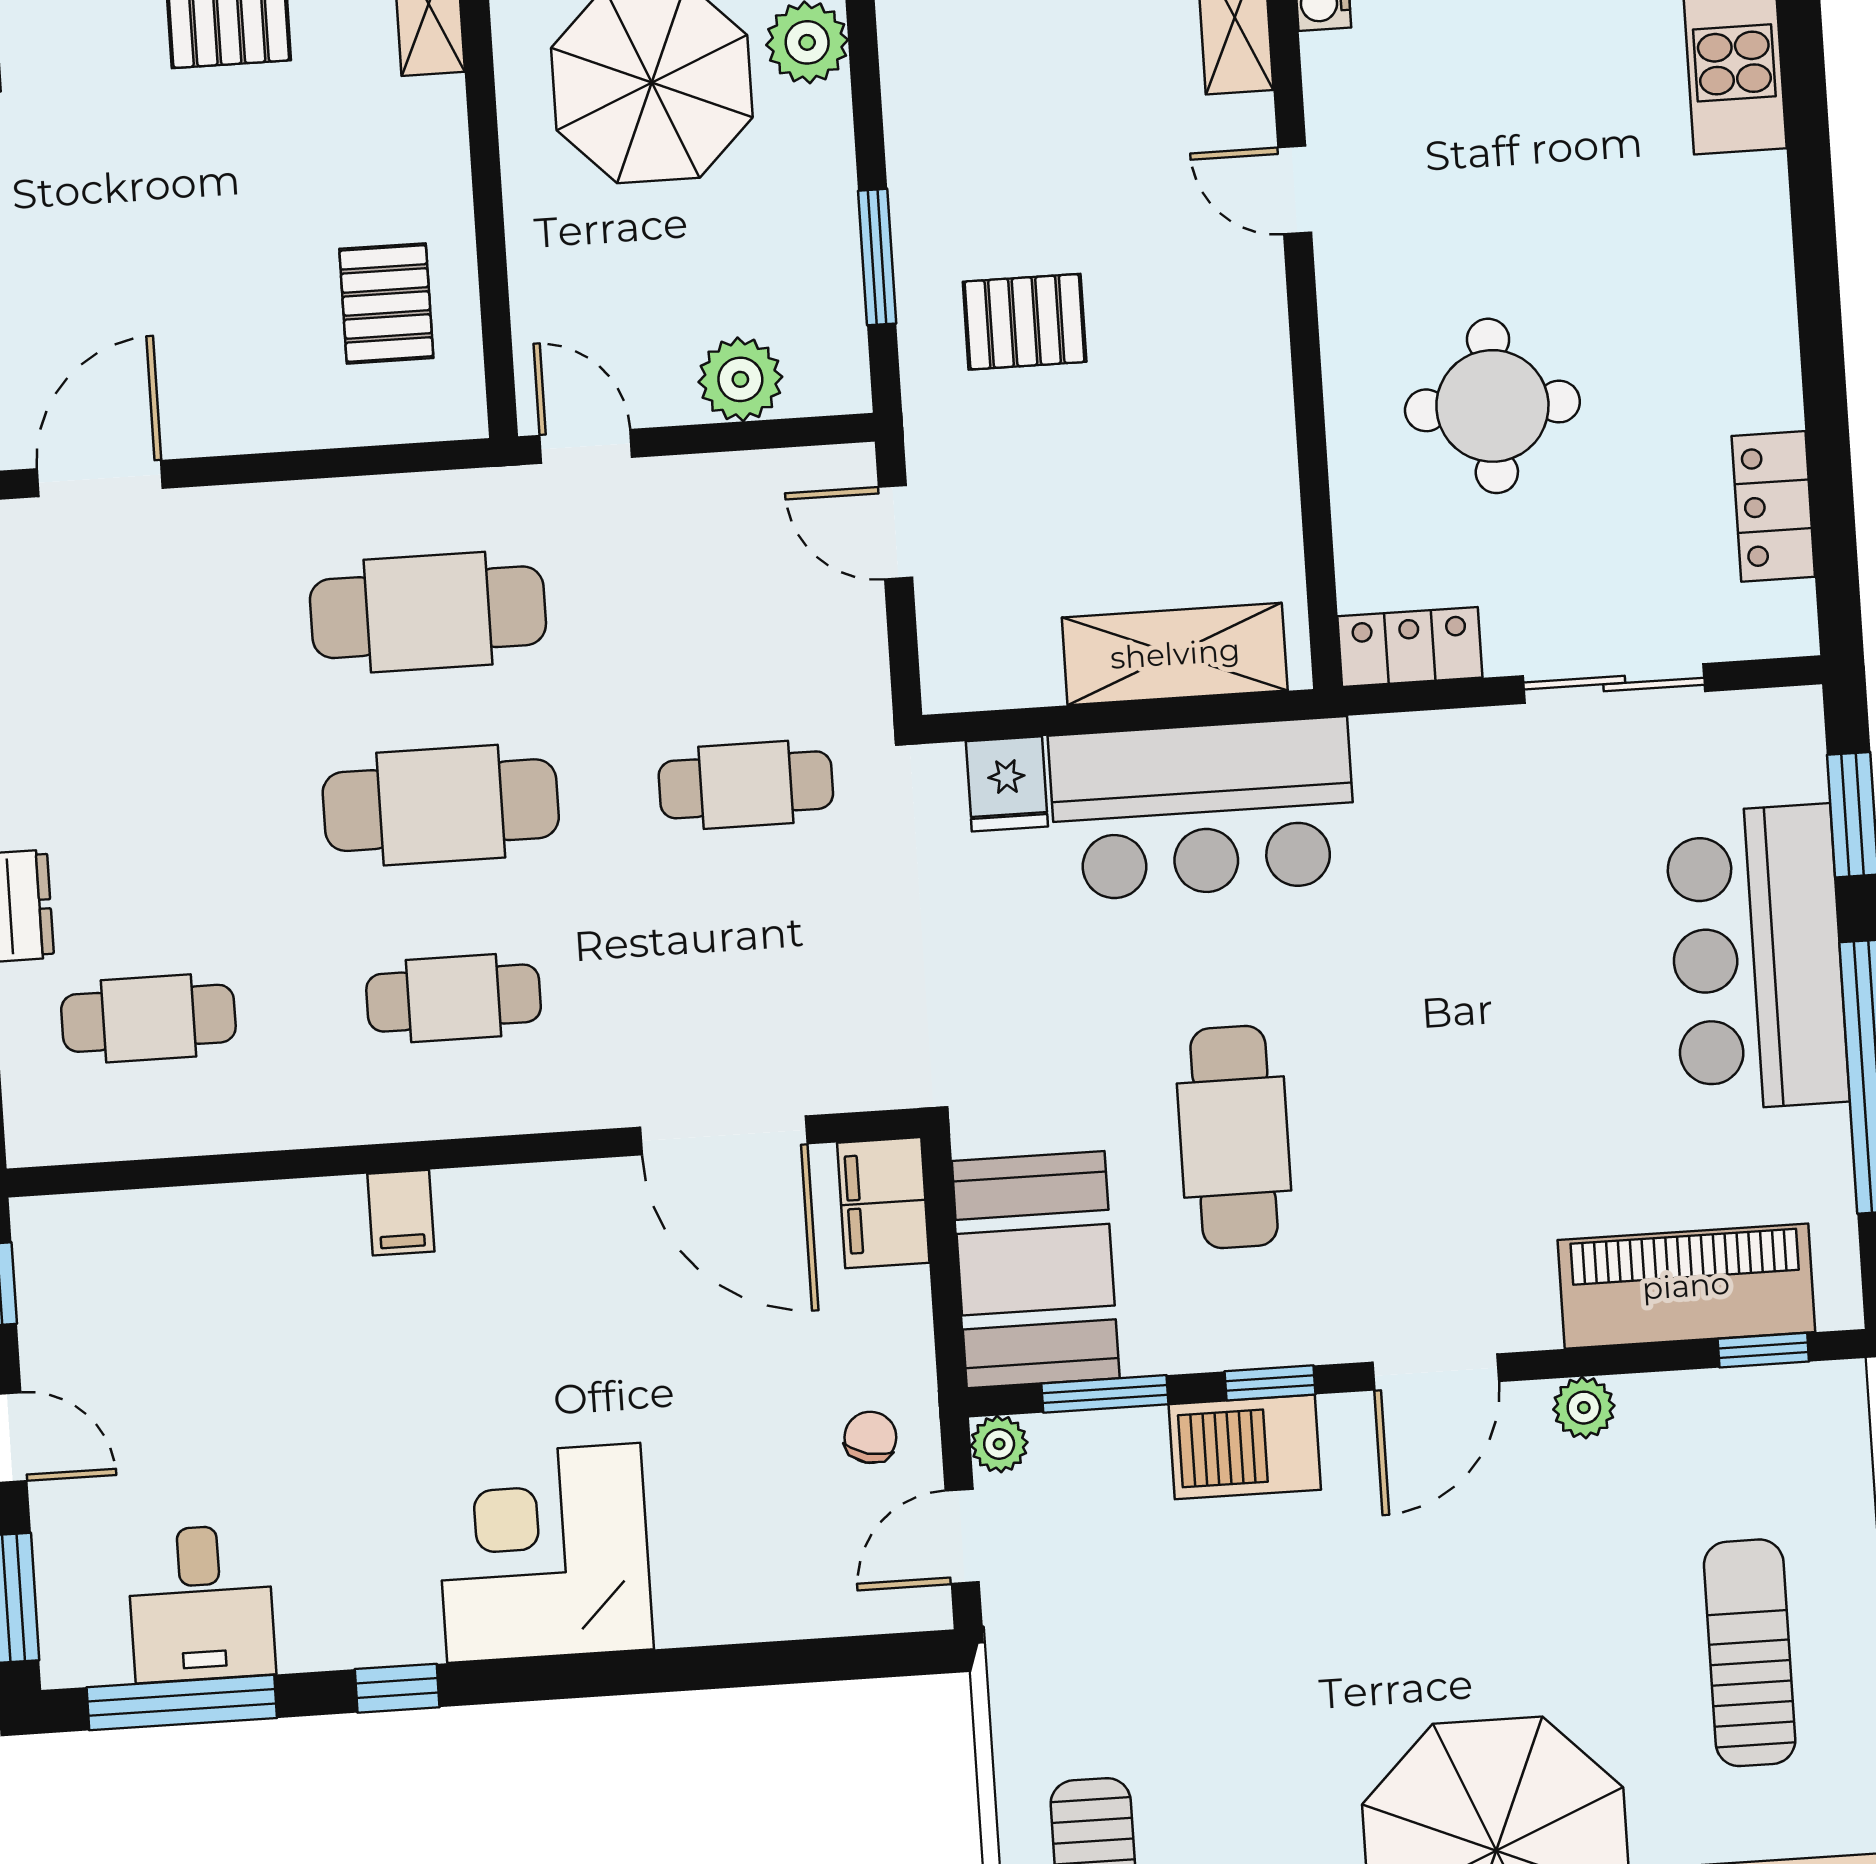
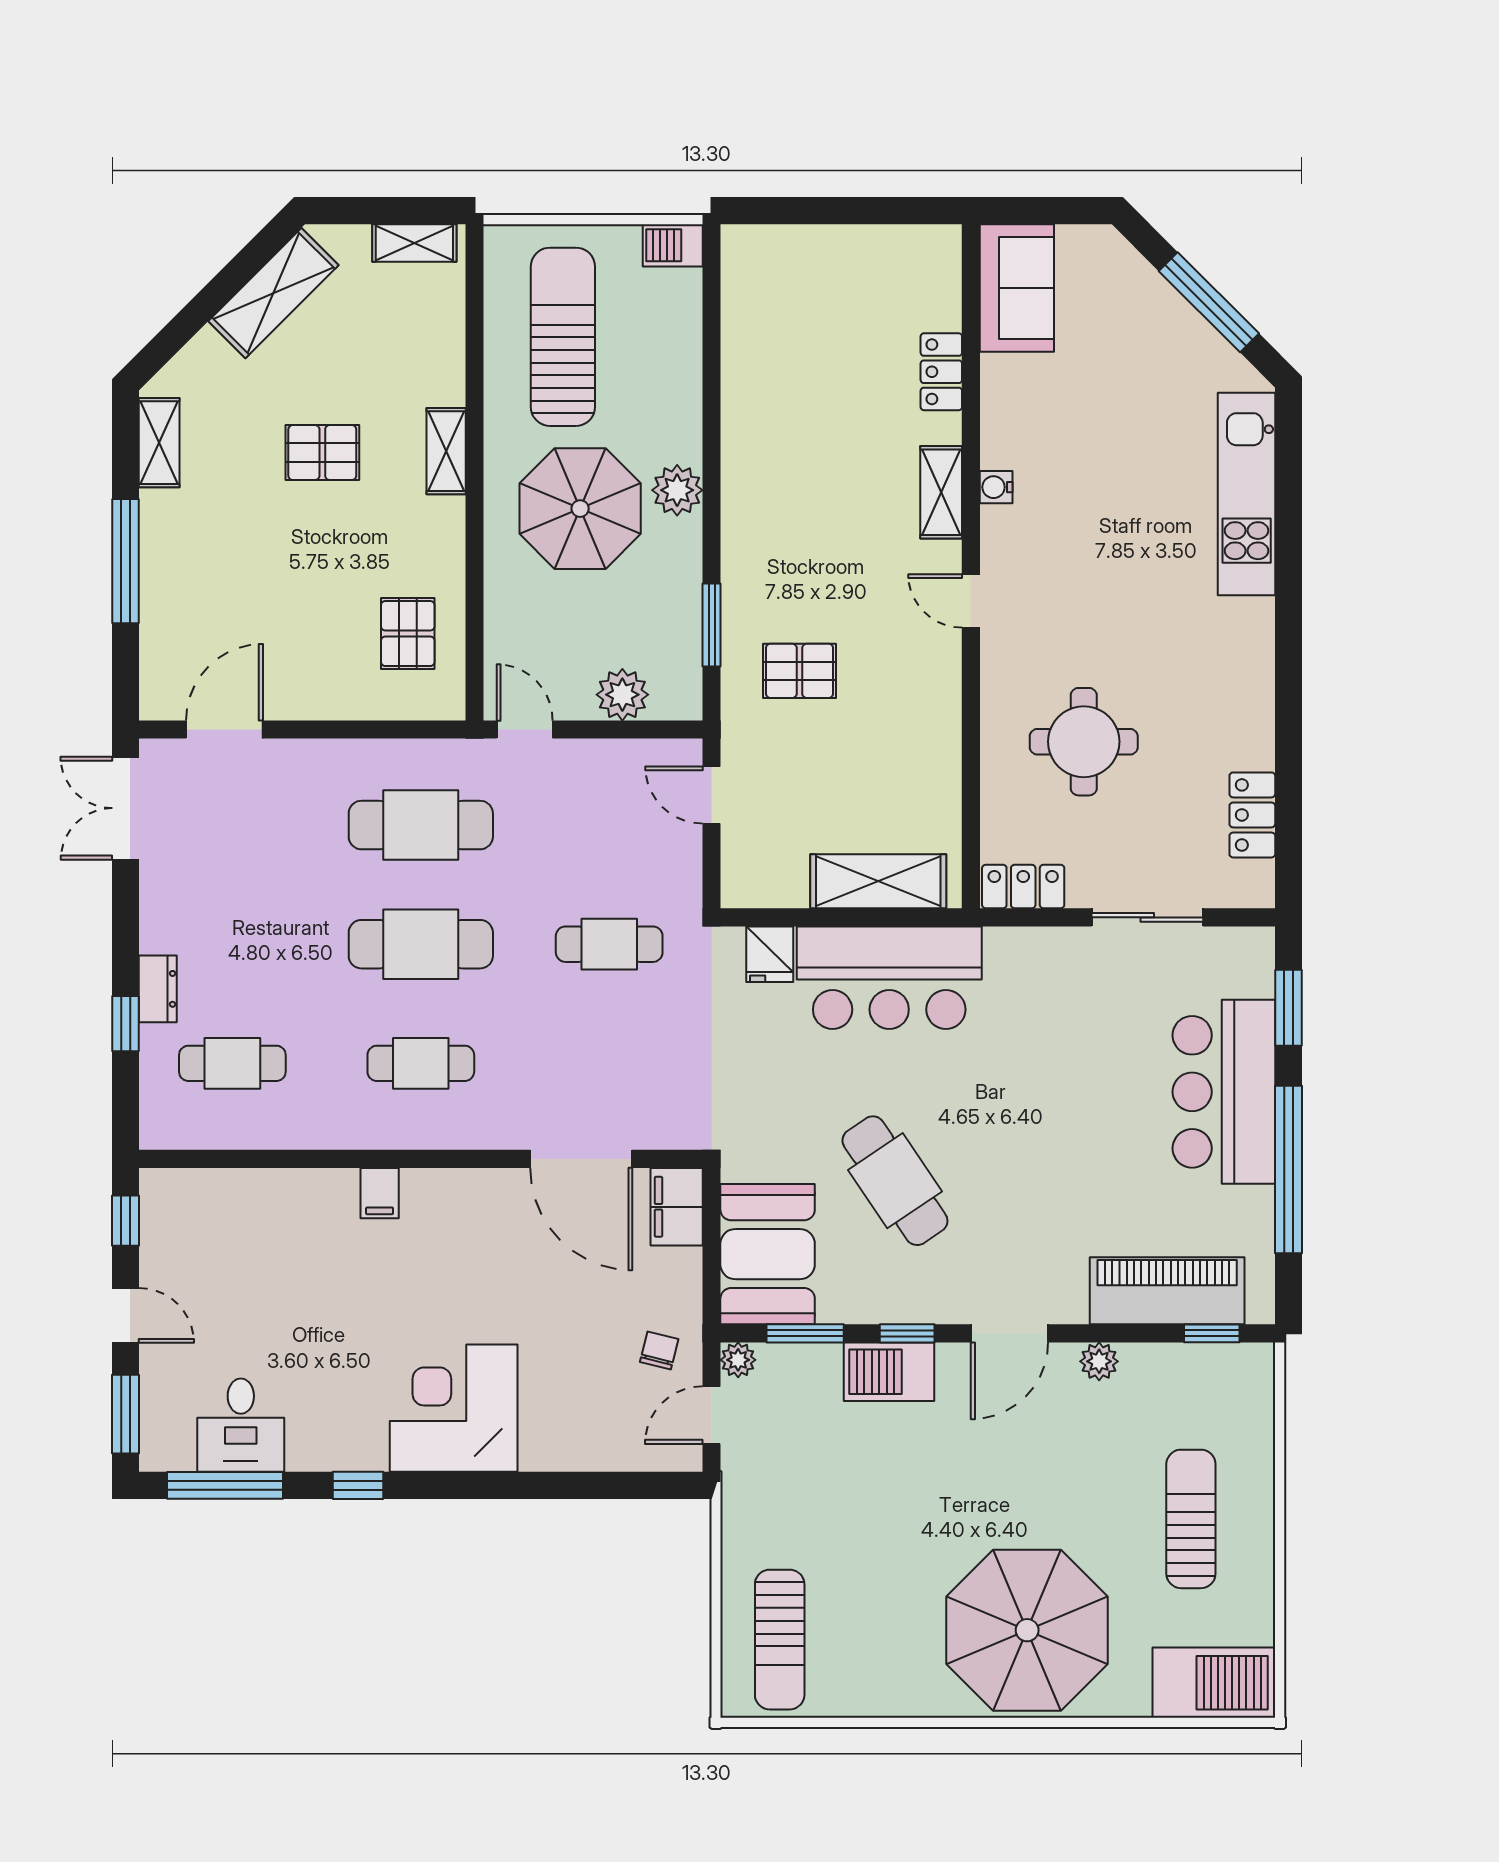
cafe table: (1234, 1137) -> (895, 1181), turned -34

